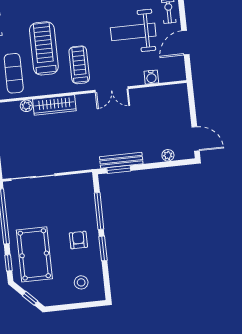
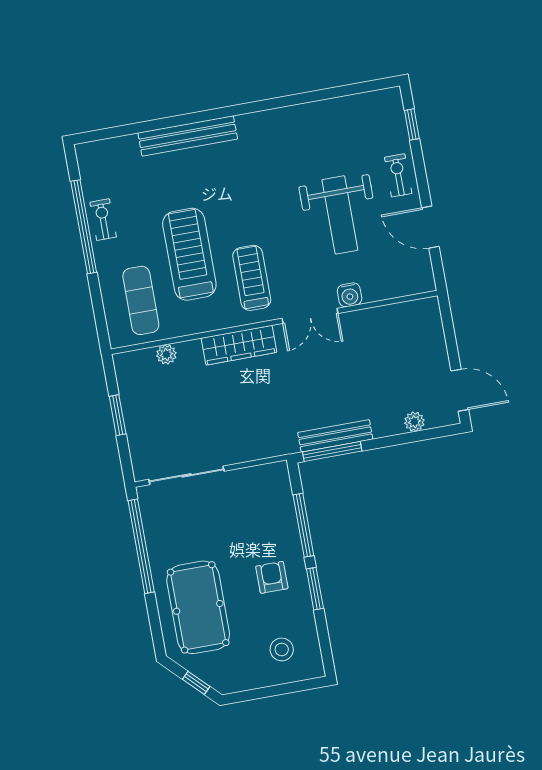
weight bench: (133, 32) -> (340, 215), turned -90
door: (185, 43) -> (430, 227), hinge flipped
water cooler: (151, 77) -> (350, 295), moved
wardrobe: (54, 105) -> (239, 345), moved
window: (119, 169) -> (332, 452), width x1.44
window: (9, 263) -> (155, 625), removed

